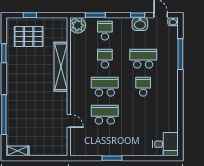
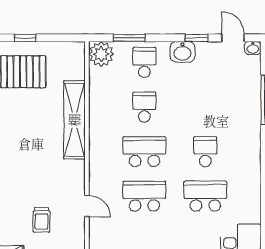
washbasin: (140, 24) -> (182, 52), moved
school desk: (143, 59) -> (205, 196), moved
trolley: (40, 130) -> (41, 220), added

